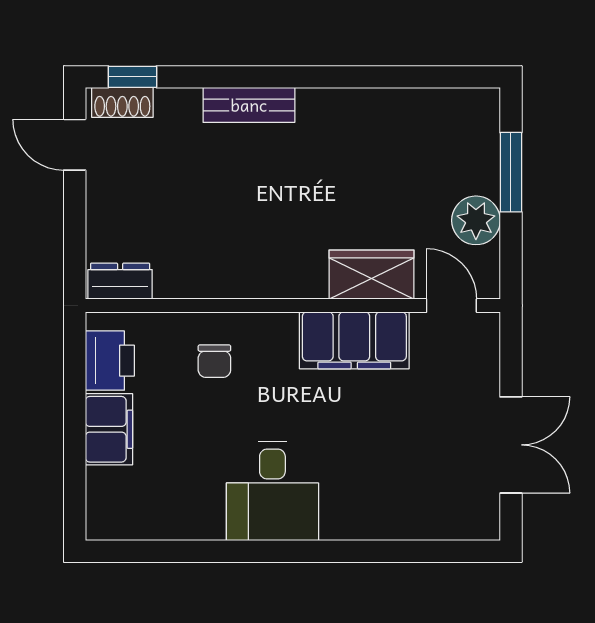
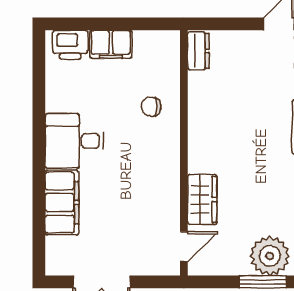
plant: (476, 220) -> (270, 256), moved, width x1.36, depth x1.36
filing cabinet: (354, 340) -> (62, 203), moved, turned 180
printer: (110, 361) -> (70, 45), moved

